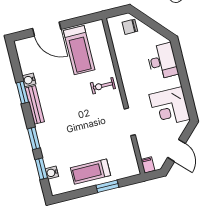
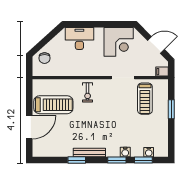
water cooler: (29, 80) -> (125, 152), moved
treadmill: (90, 172) -> (145, 99), moved

